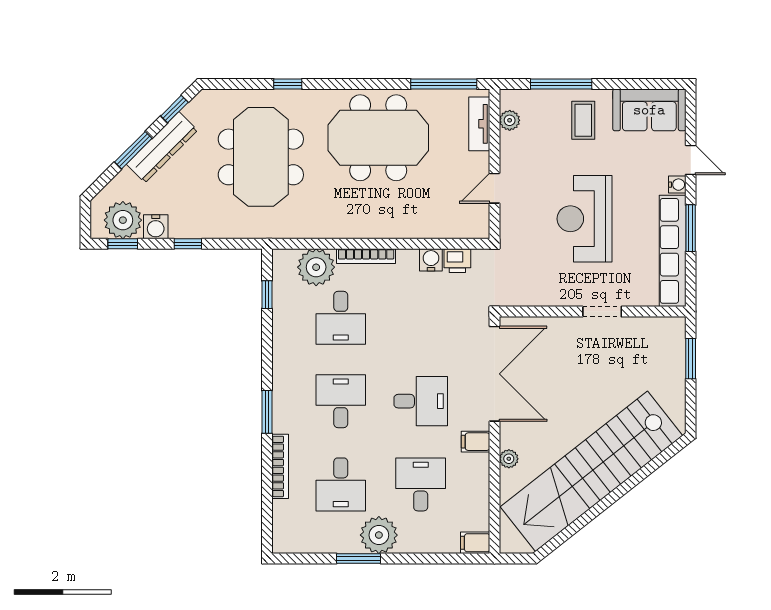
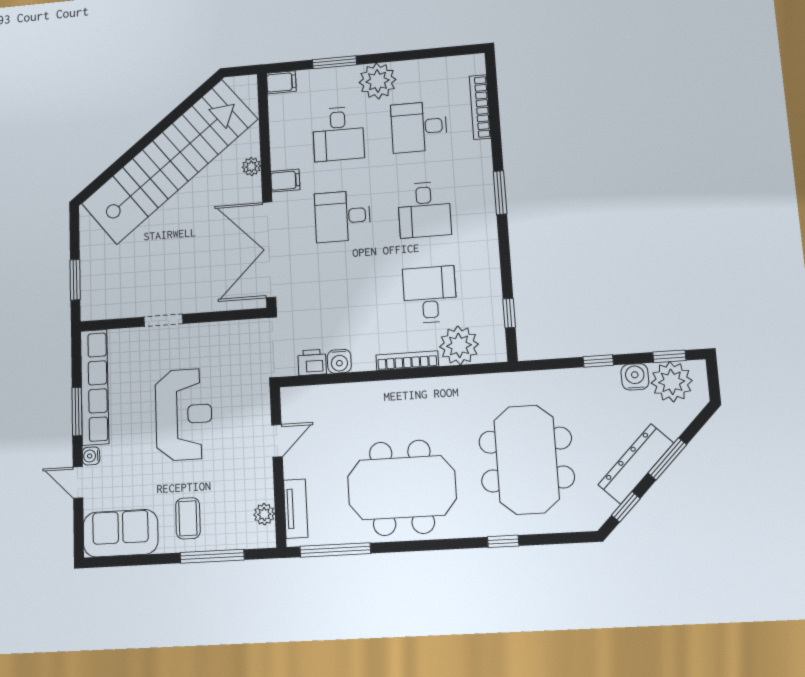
bookcase: (280, 466) -> (480, 107), moved
desk: (341, 484) -> (419, 127), turned -90
window: (359, 558) -> (335, 62), moved

